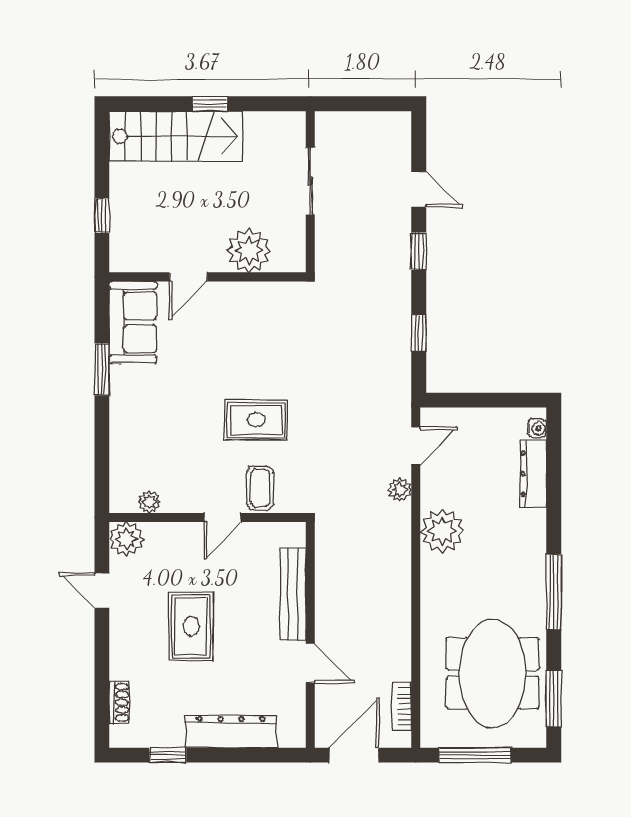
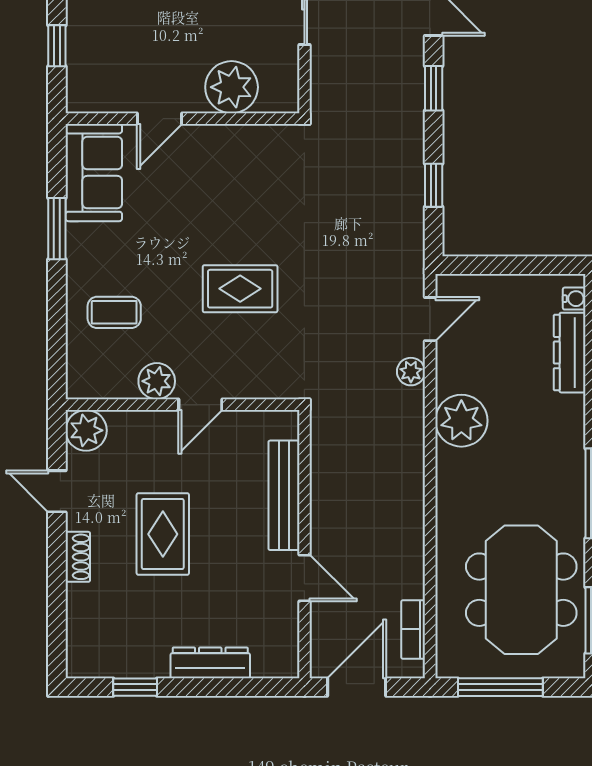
coffee table: (260, 488) -> (114, 312), moved, turned 90
plant: (149, 502) -> (157, 381), moved, width x1.38, depth x1.38
shoe rack: (120, 702) -> (78, 557), moved
dresser: (231, 732) -> (210, 663), width x0.73, depth x0.80

